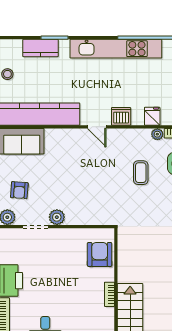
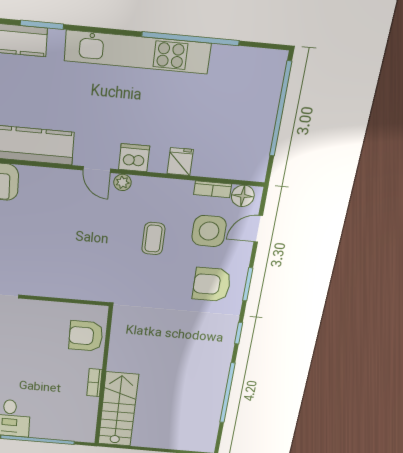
plant: (157, 134) -> (122, 182), moved
plant: (57, 217) -> (31, 286), removed
armchair: (100, 254) -> (86, 336), turned -90

